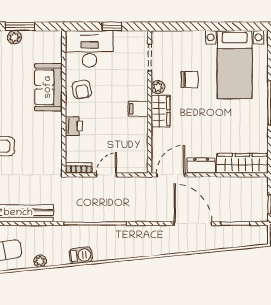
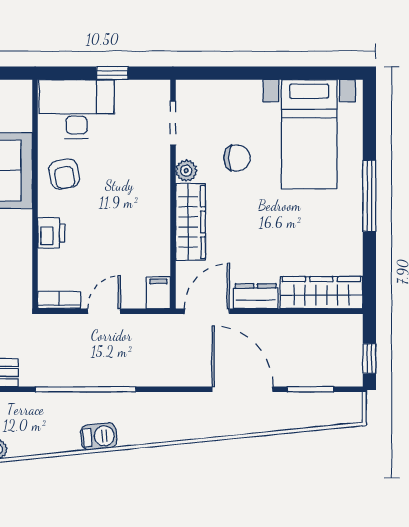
filing cabinet: (138, 109) -> (158, 293), moved, turned 90
wardrobe: (161, 111) -> (190, 222), width x1.50
barbecue: (81, 255) -> (99, 436), moved

